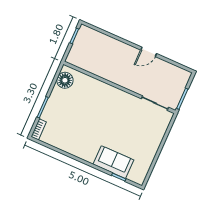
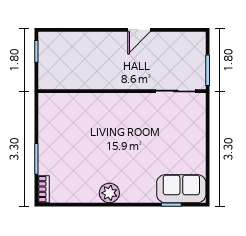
floor lamp: (65, 80) -> (49, 113), removed
plant: (81, 151) -> (109, 193), added
sofa: (113, 162) -> (181, 189), moved

